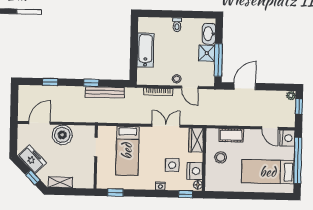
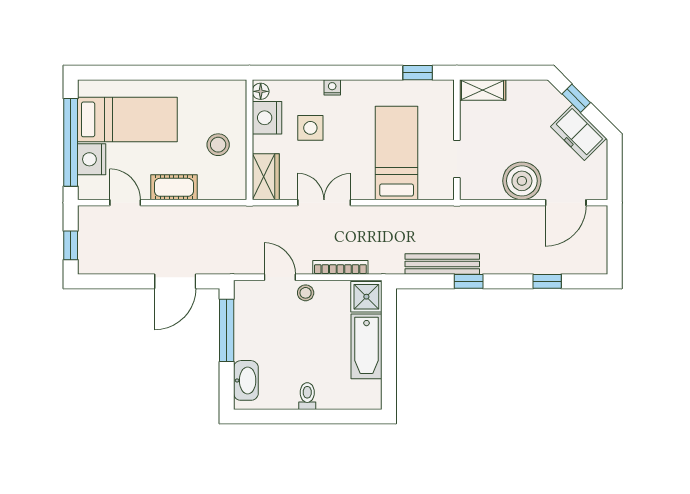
shower: (207, 53) -> (366, 297), moved
plant: (291, 96) -> (86, 266), removed
double door: (166, 126) -> (324, 203), swing flipped
cot: (231, 135) -> (174, 187), moved
nightstand: (287, 138) -> (92, 159), moved
shelving: (60, 182) -> (483, 90), moved
window: (186, 194) -> (283, 73), removed

